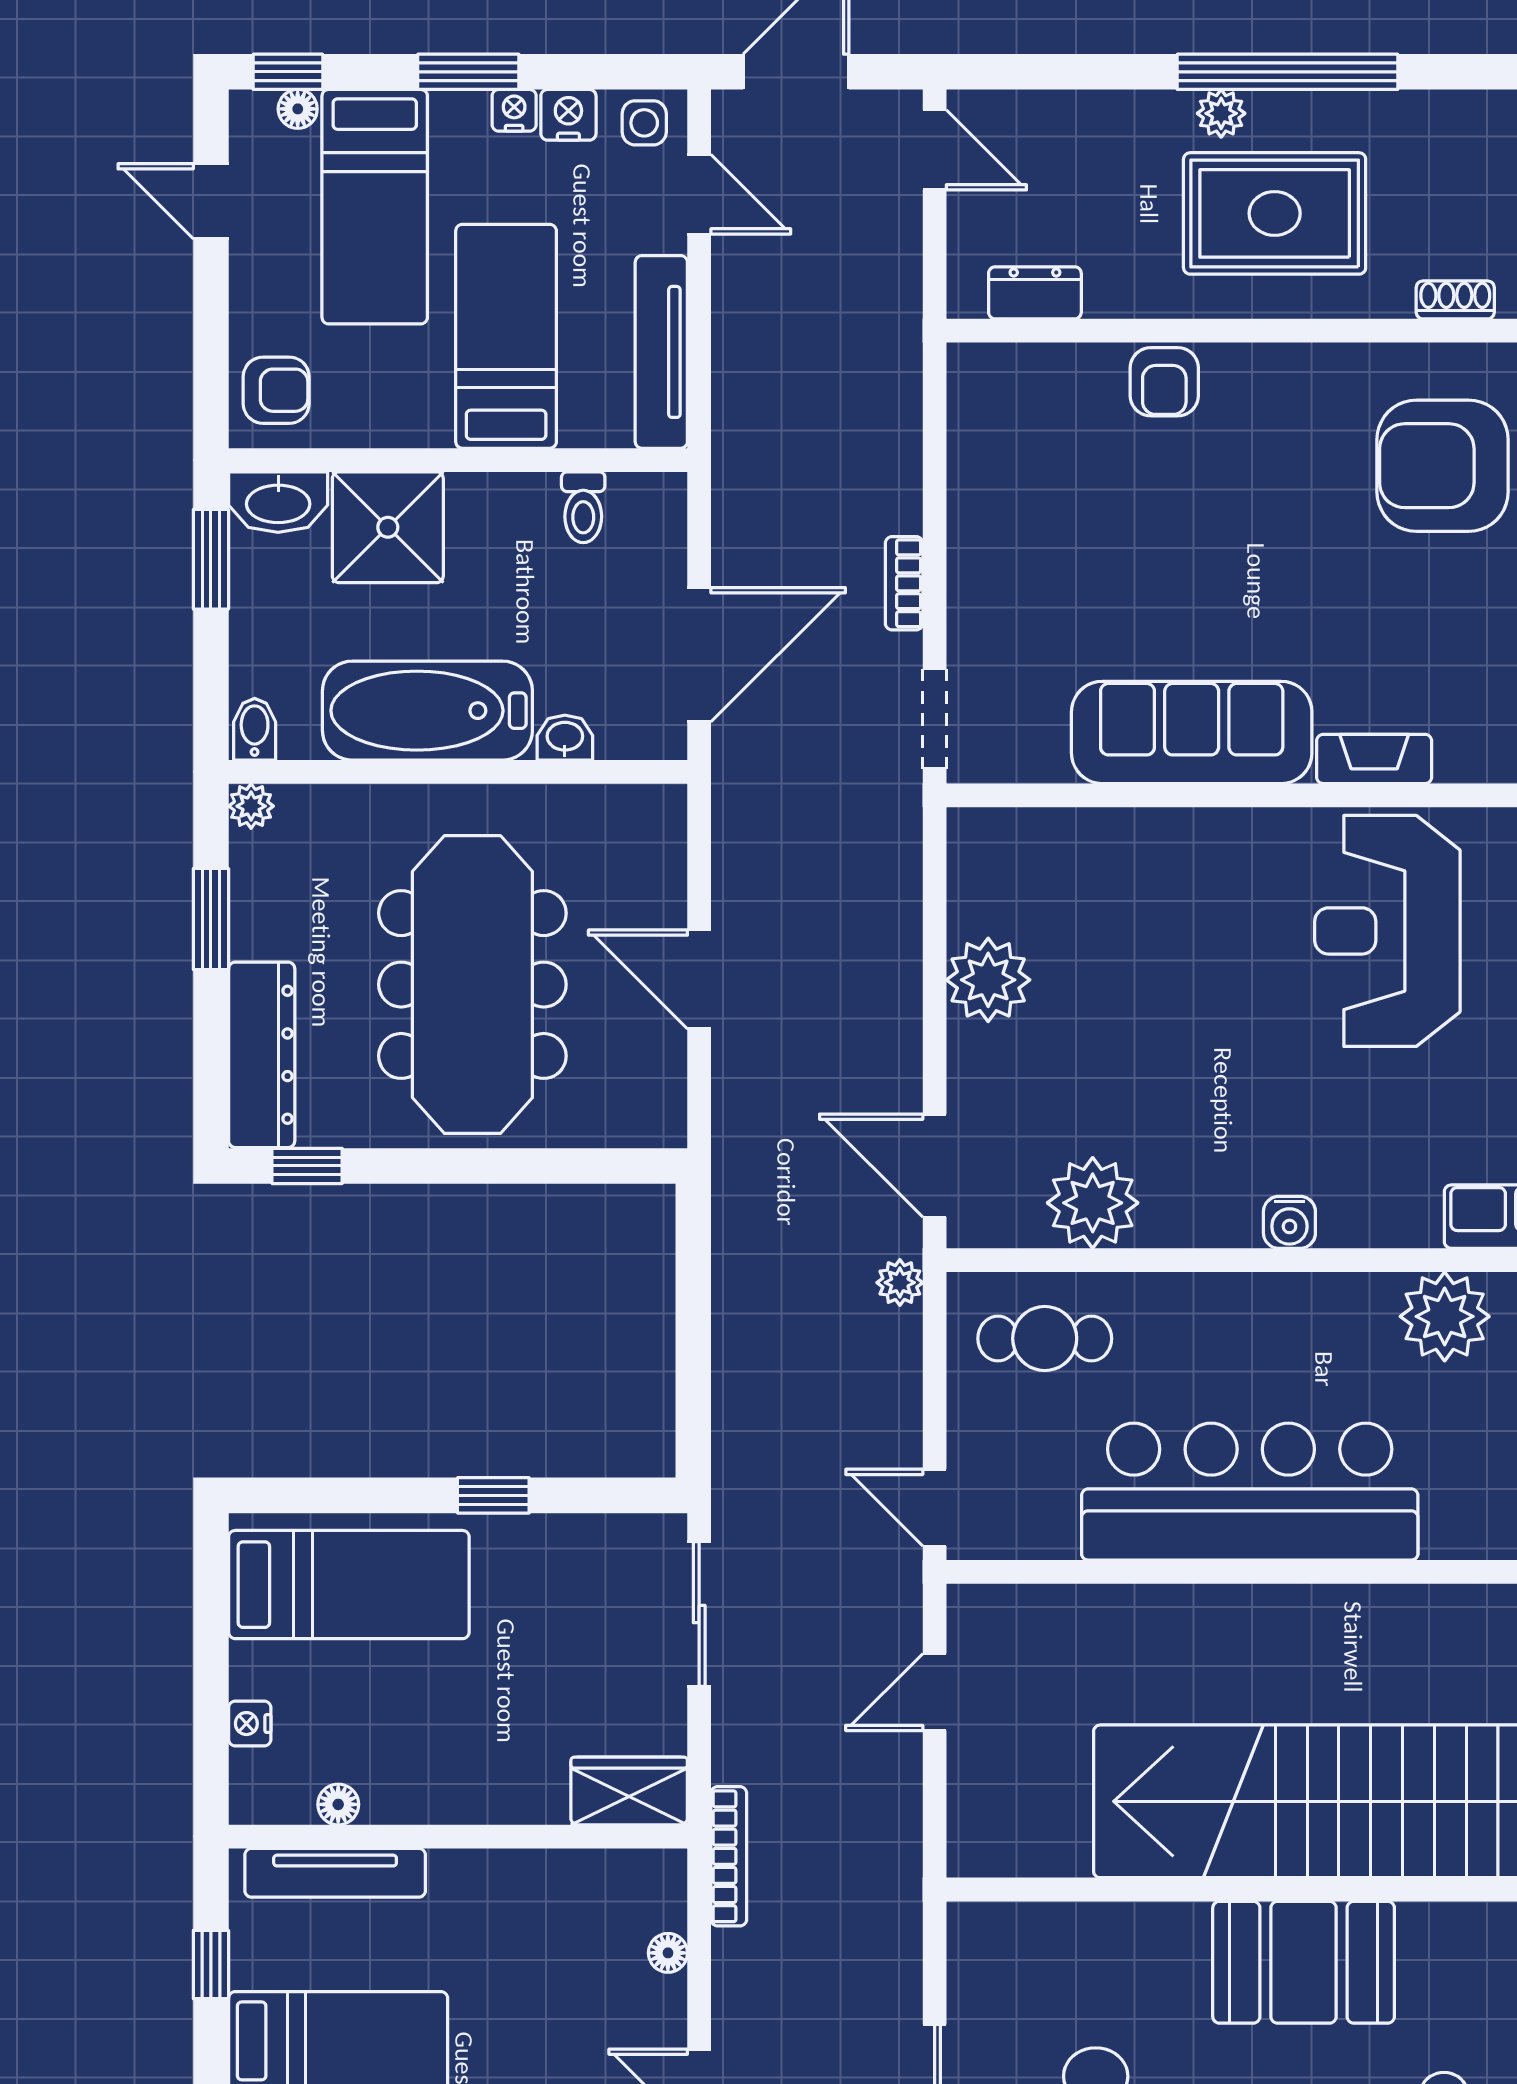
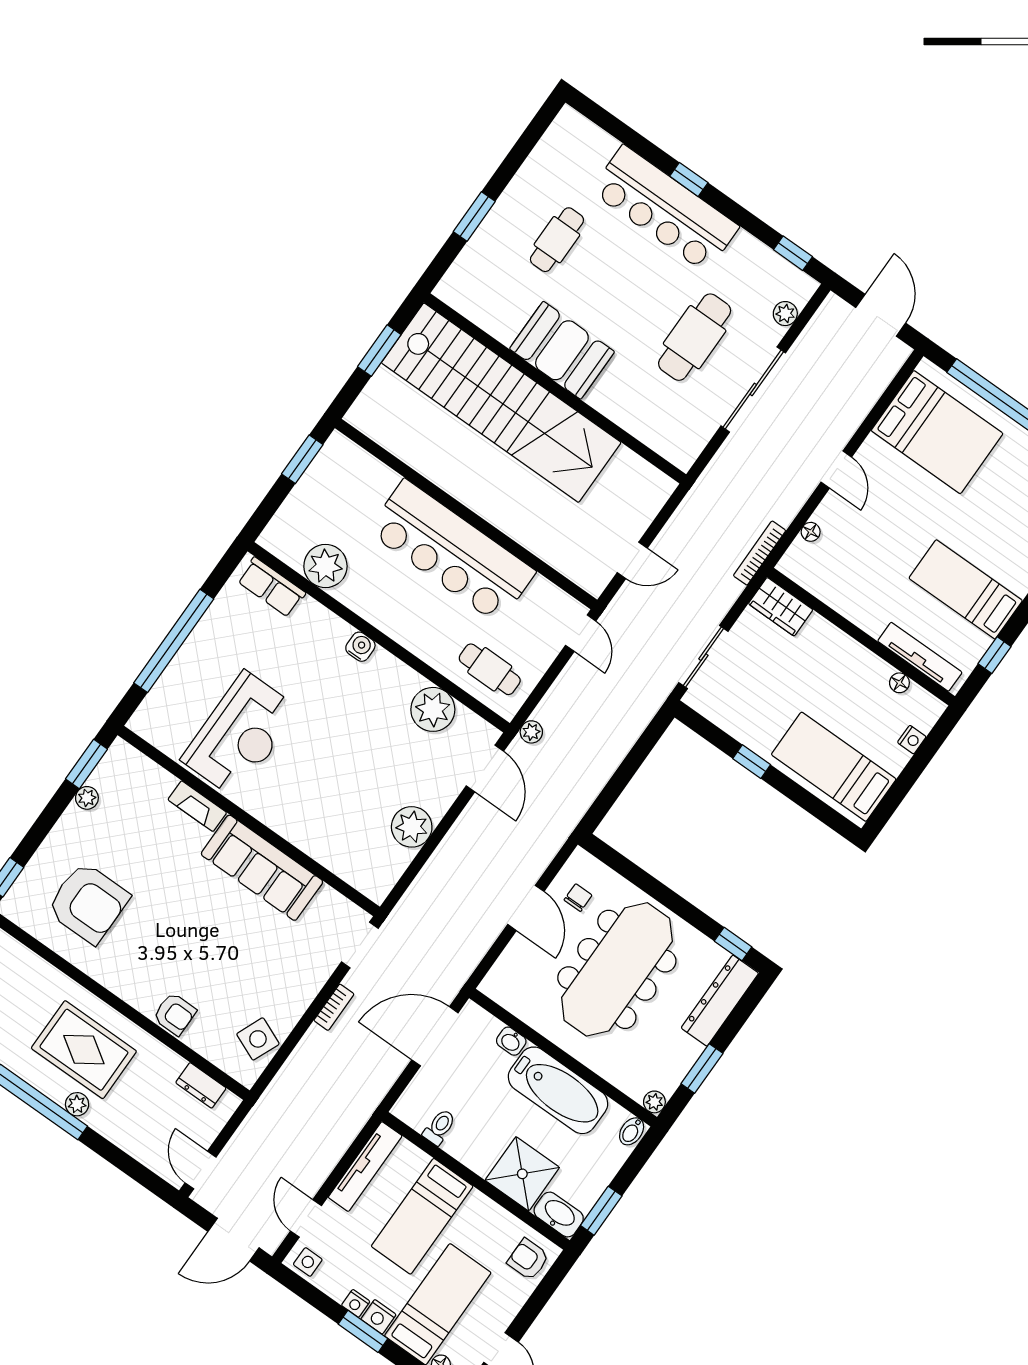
nightstand: (568, 115) -> (378, 1317), moved
shoe rack: (1455, 300) -> (37, 965), removed
armchair: (1164, 382) -> (175, 1014), turned 90
side table: (994, 439) -> (258, 1039), added
chair: (624, 1059) -> (578, 898), added

